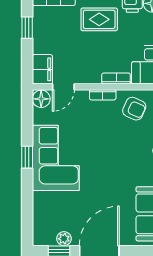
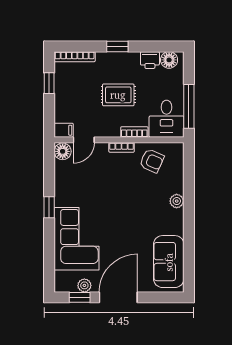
rug: (99, 19) -> (118, 95), moved
filing cabinet: (42, 69) -> (64, 130), width x0.50
corner sofa: (56, 158) -> (77, 239), moved

